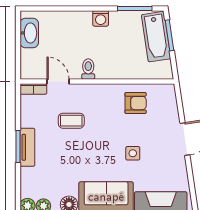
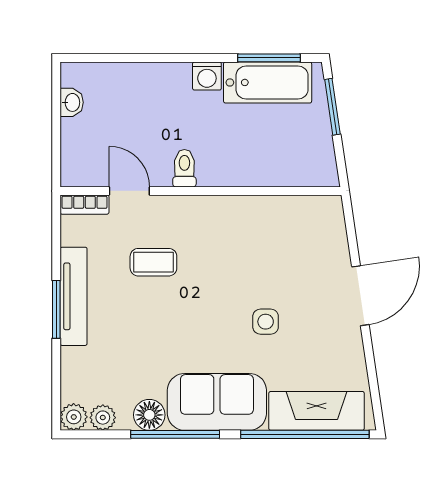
washbasin: (29, 33) -> (72, 102), width x0.52, depth x0.69
bathtub: (156, 37) -> (268, 82), moved, turned -82
armchair: (136, 103) -> (271, 230), removed
tv unit: (27, 147) -> (74, 296), width x1.41

